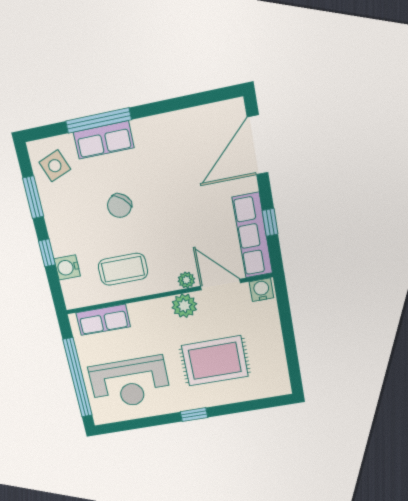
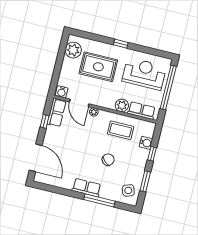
row of seats: (104, 140) -> (87, 188), moved
door: (258, 145) -> (36, 158), hinge flipped
row of seats: (252, 235) -> (56, 113), width x0.68
plant: (184, 306) -> (122, 105), moved
plant: (273, 370) -> (73, 50), added

